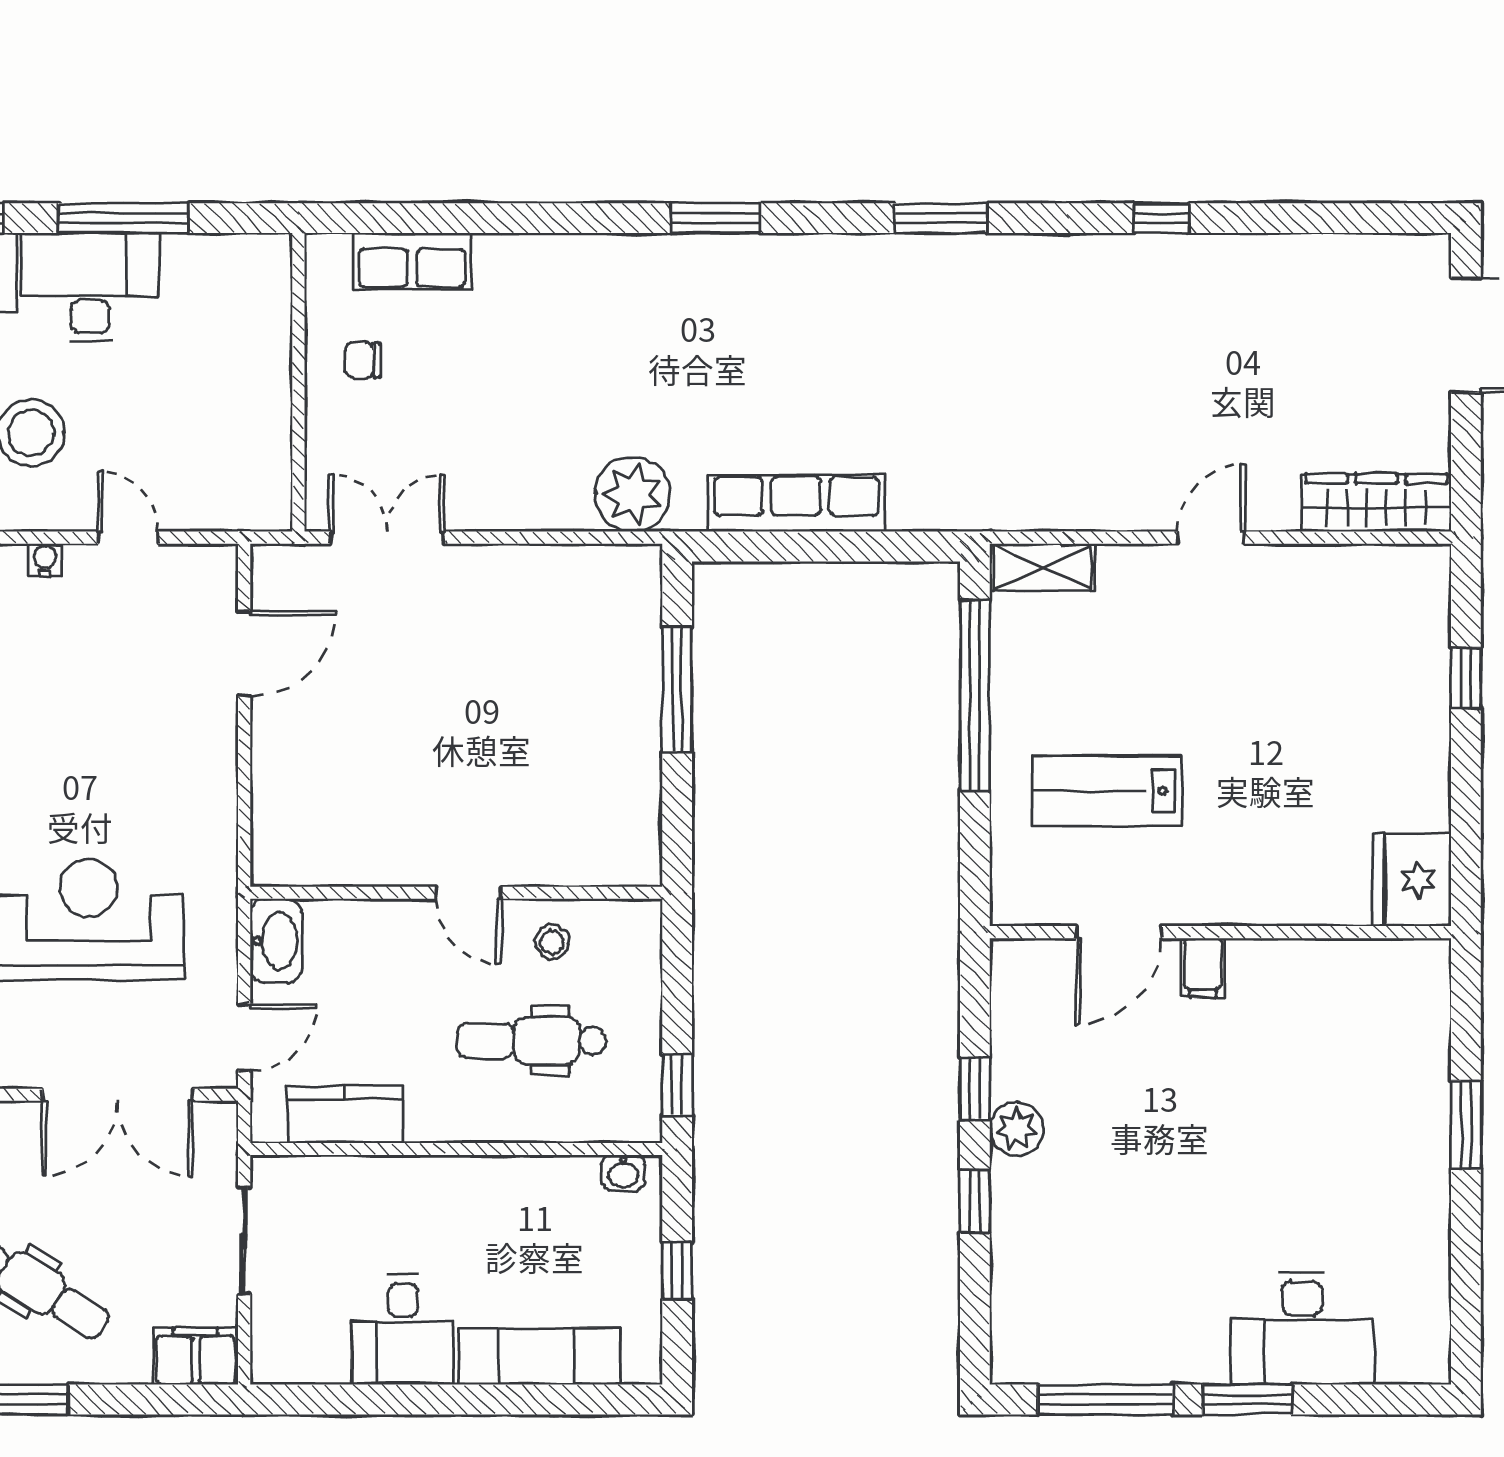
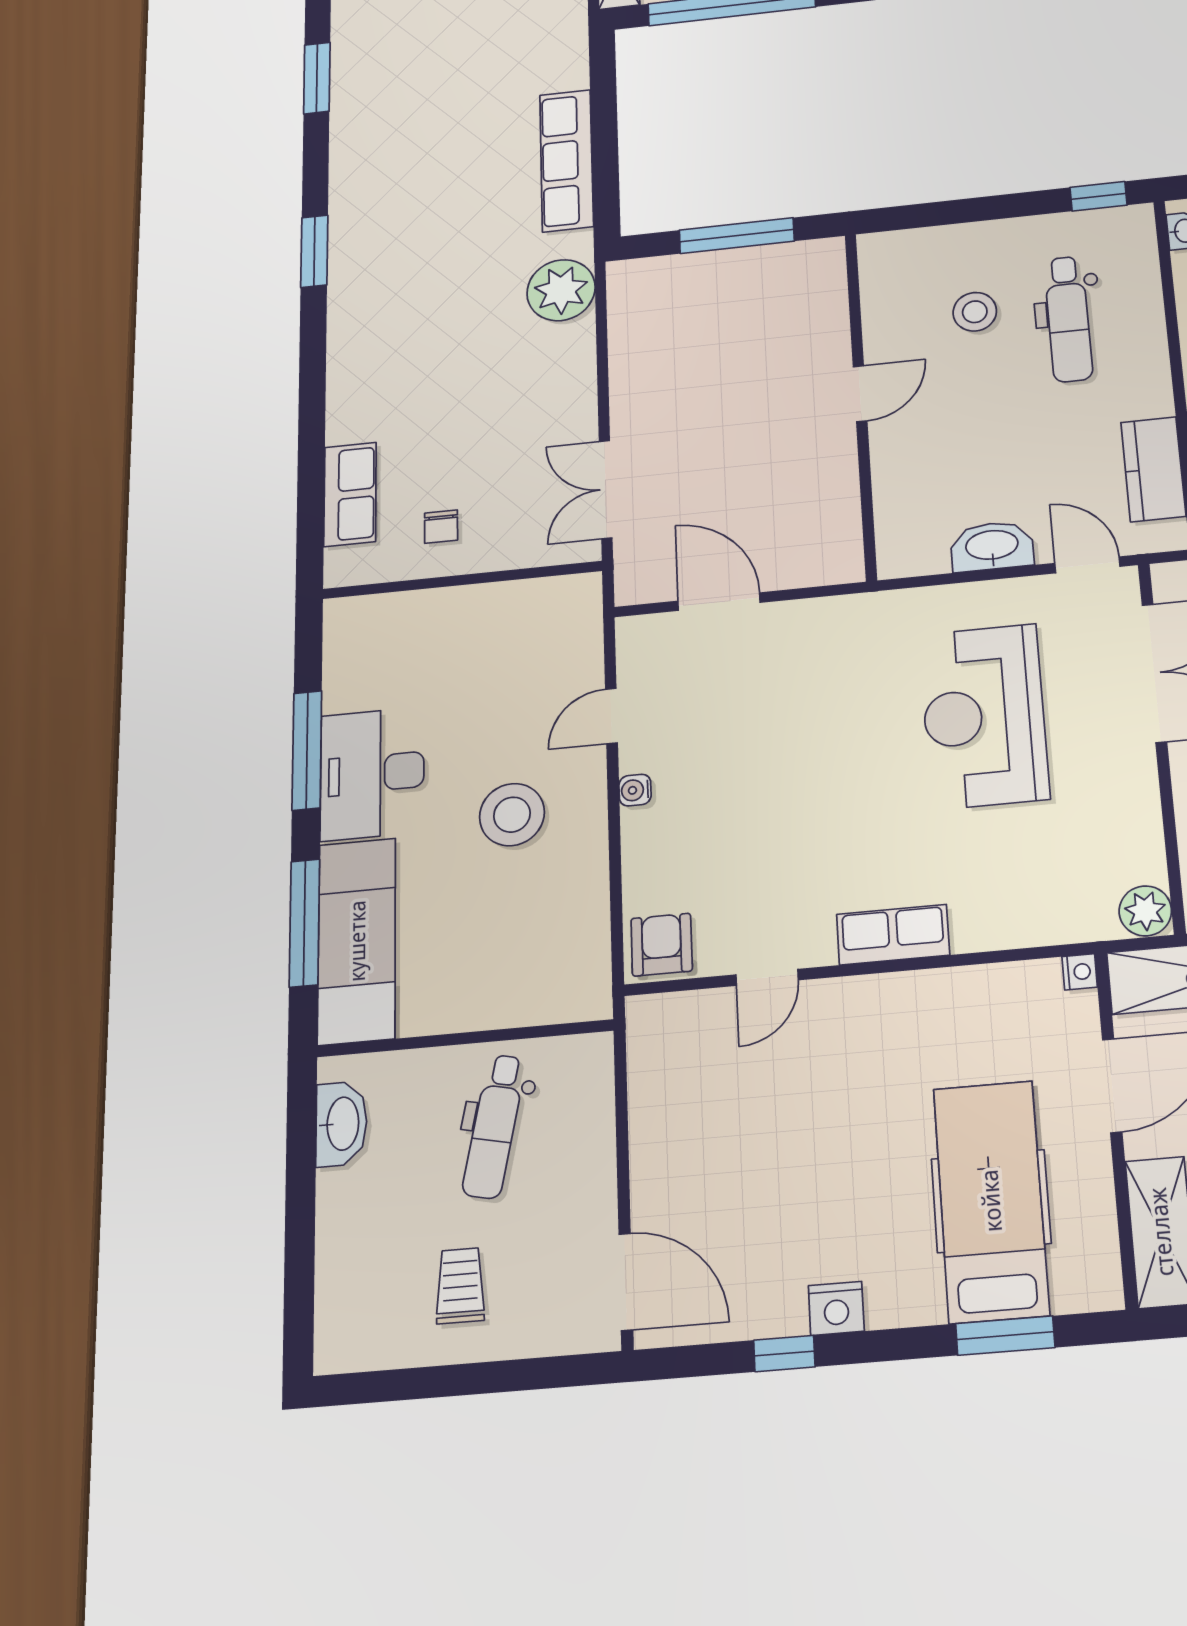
wall: (456, 893) -> (861, 404), moved
door: (469, 893) -> (860, 394), moved
stool: (552, 942) -> (975, 312), width x1.37, depth x1.37

